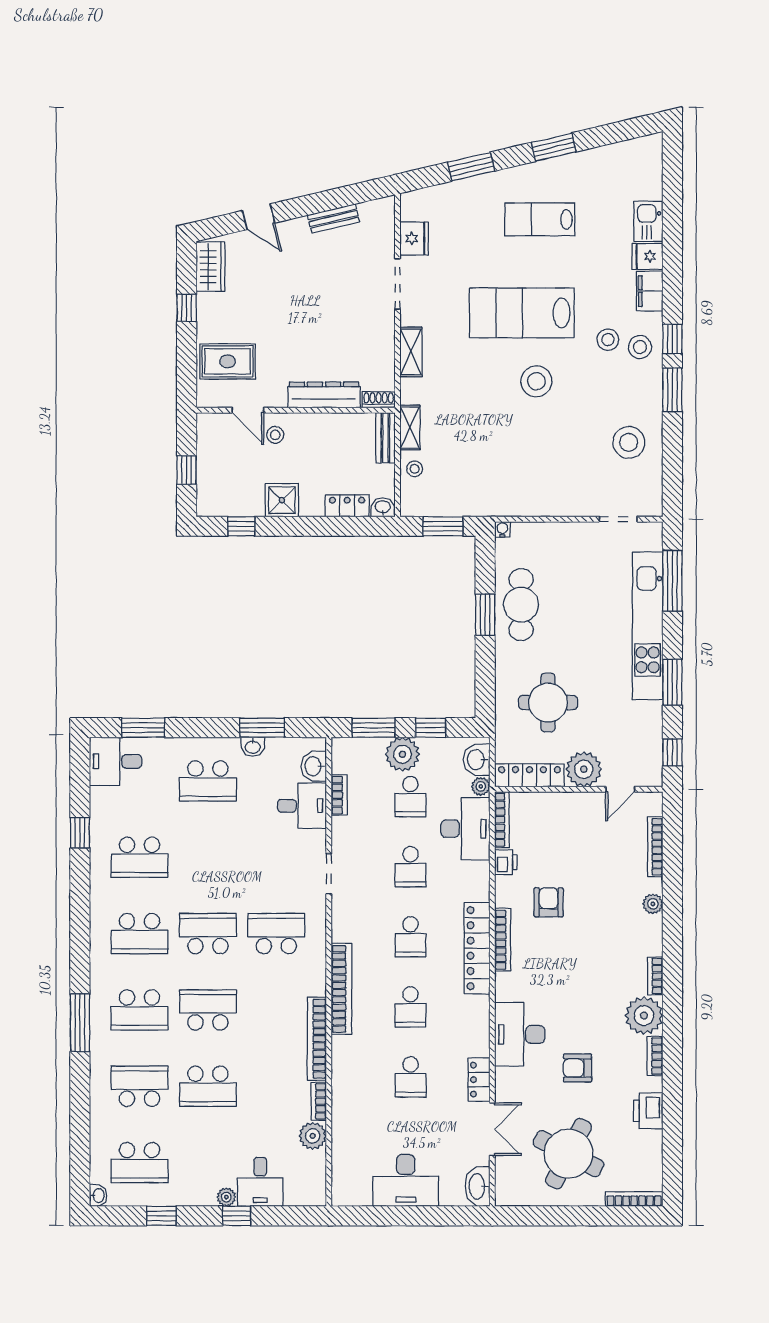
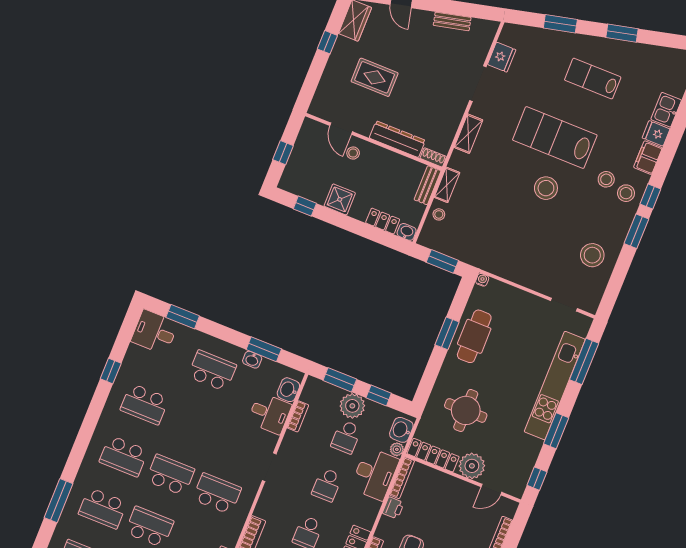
rug: (228, 361) -> (375, 77), moved
school desk: (208, 781) -> (212, 371), turned 180

